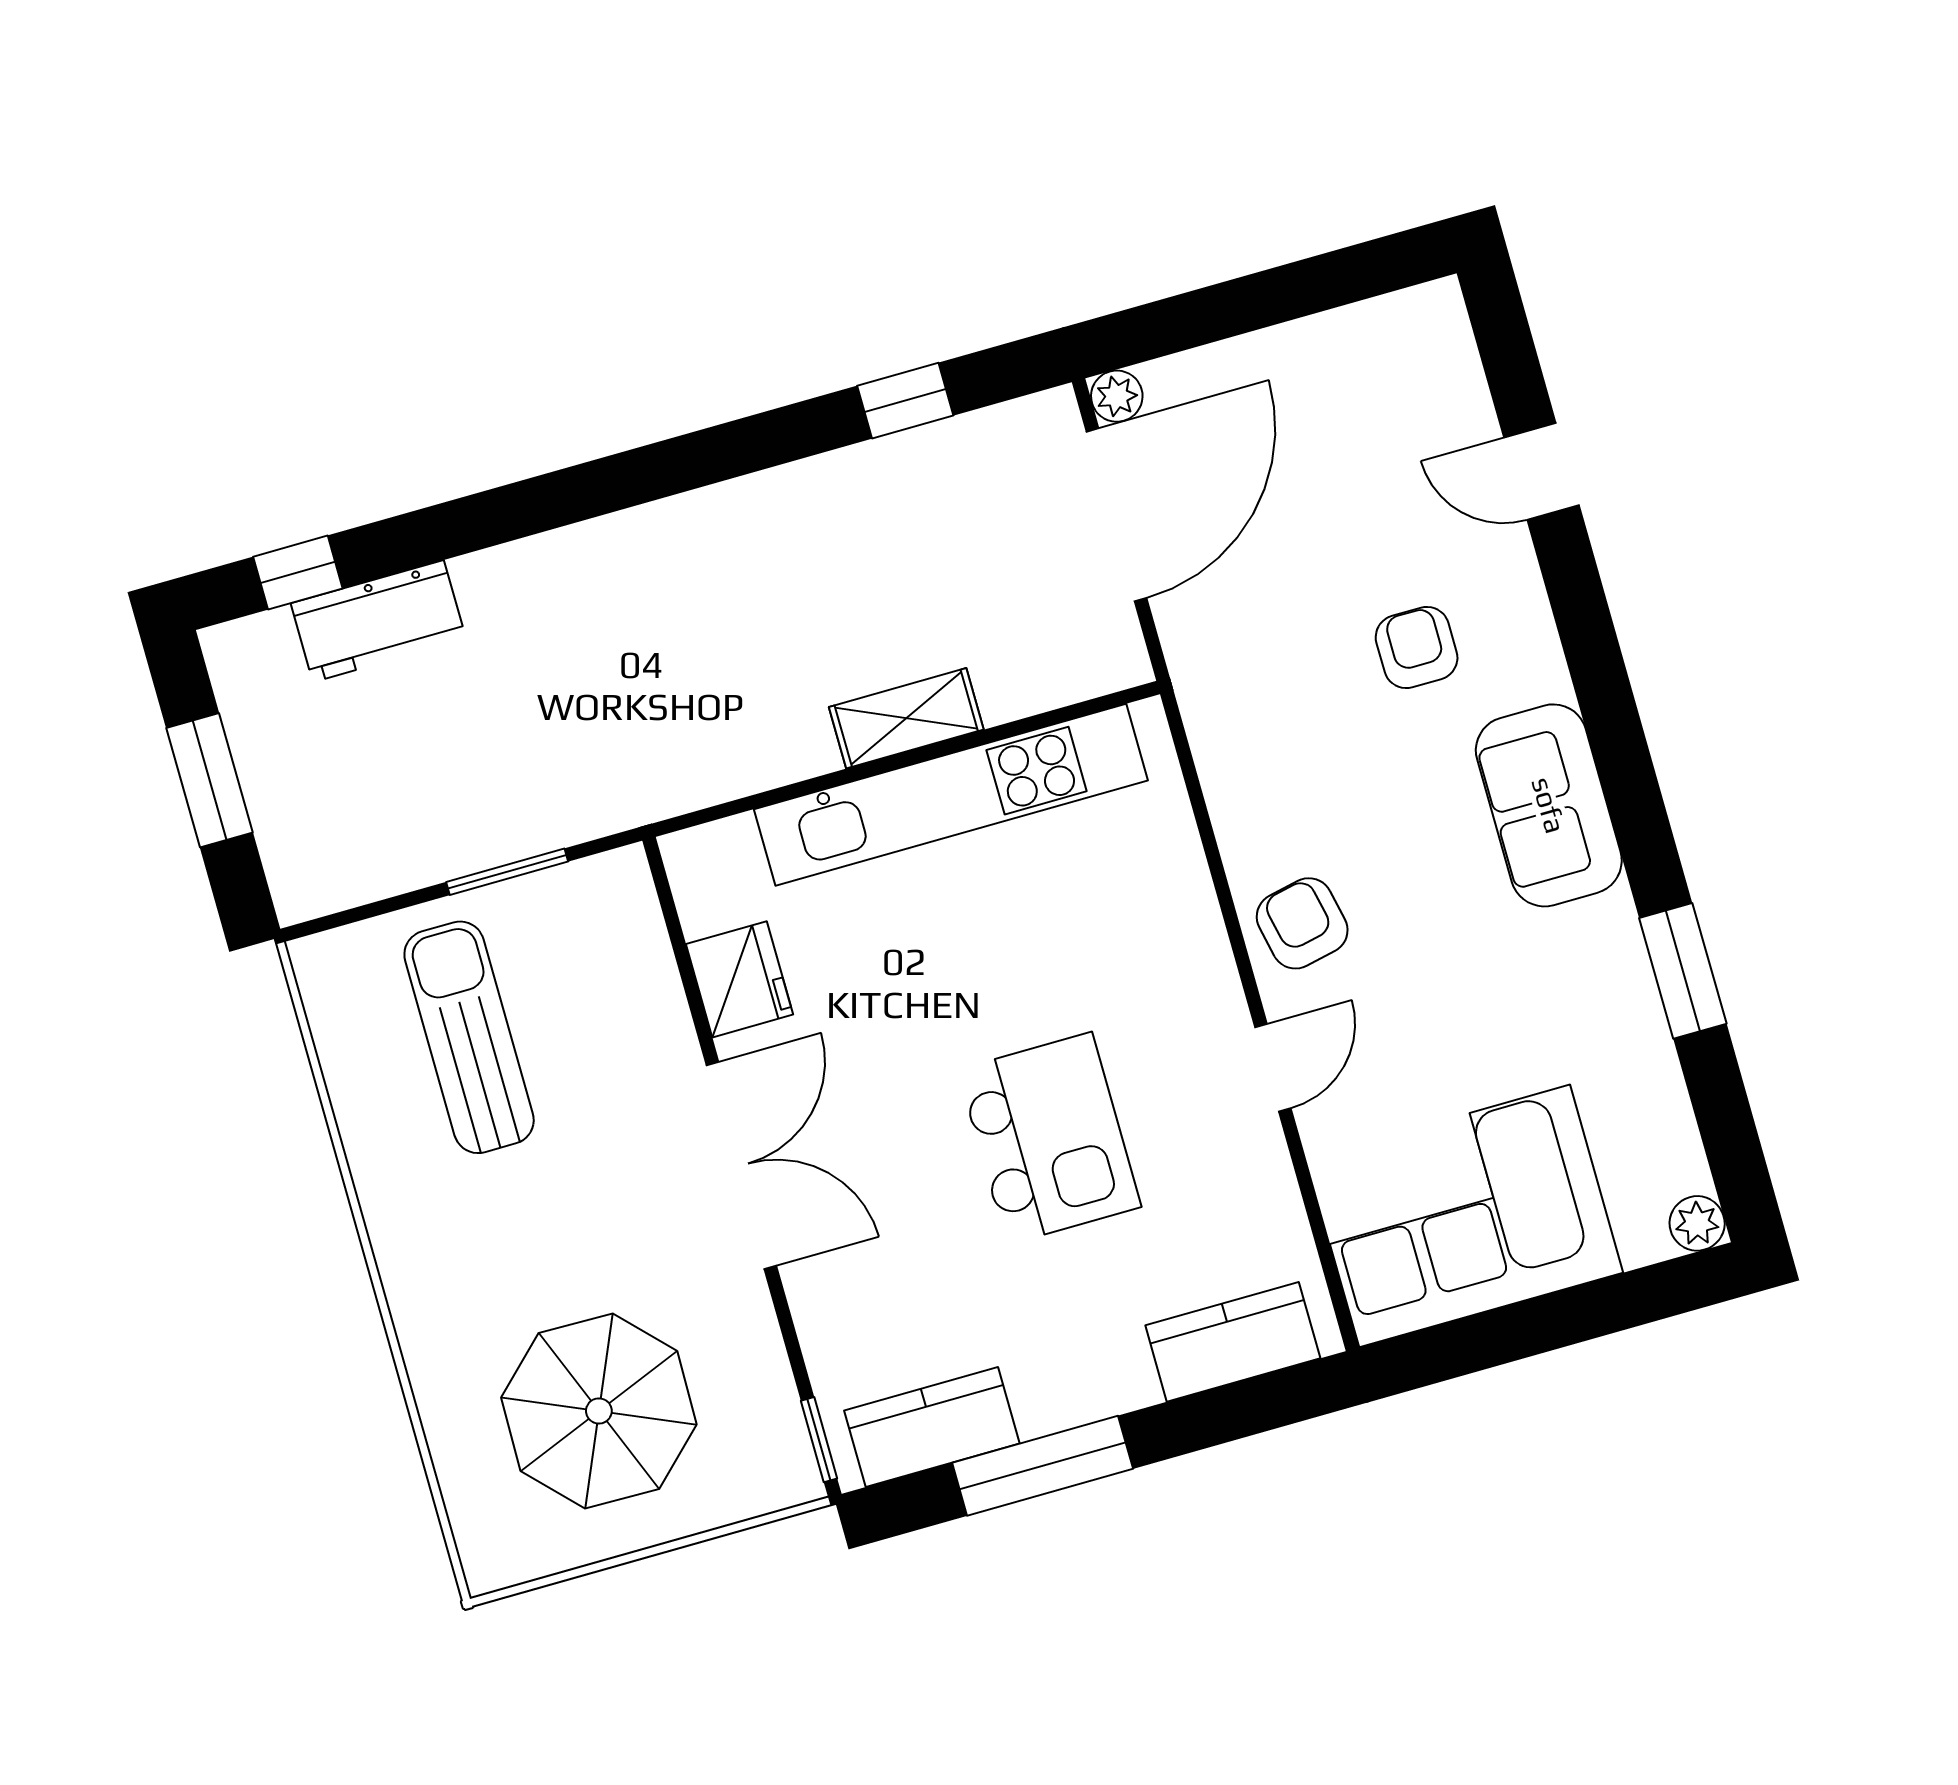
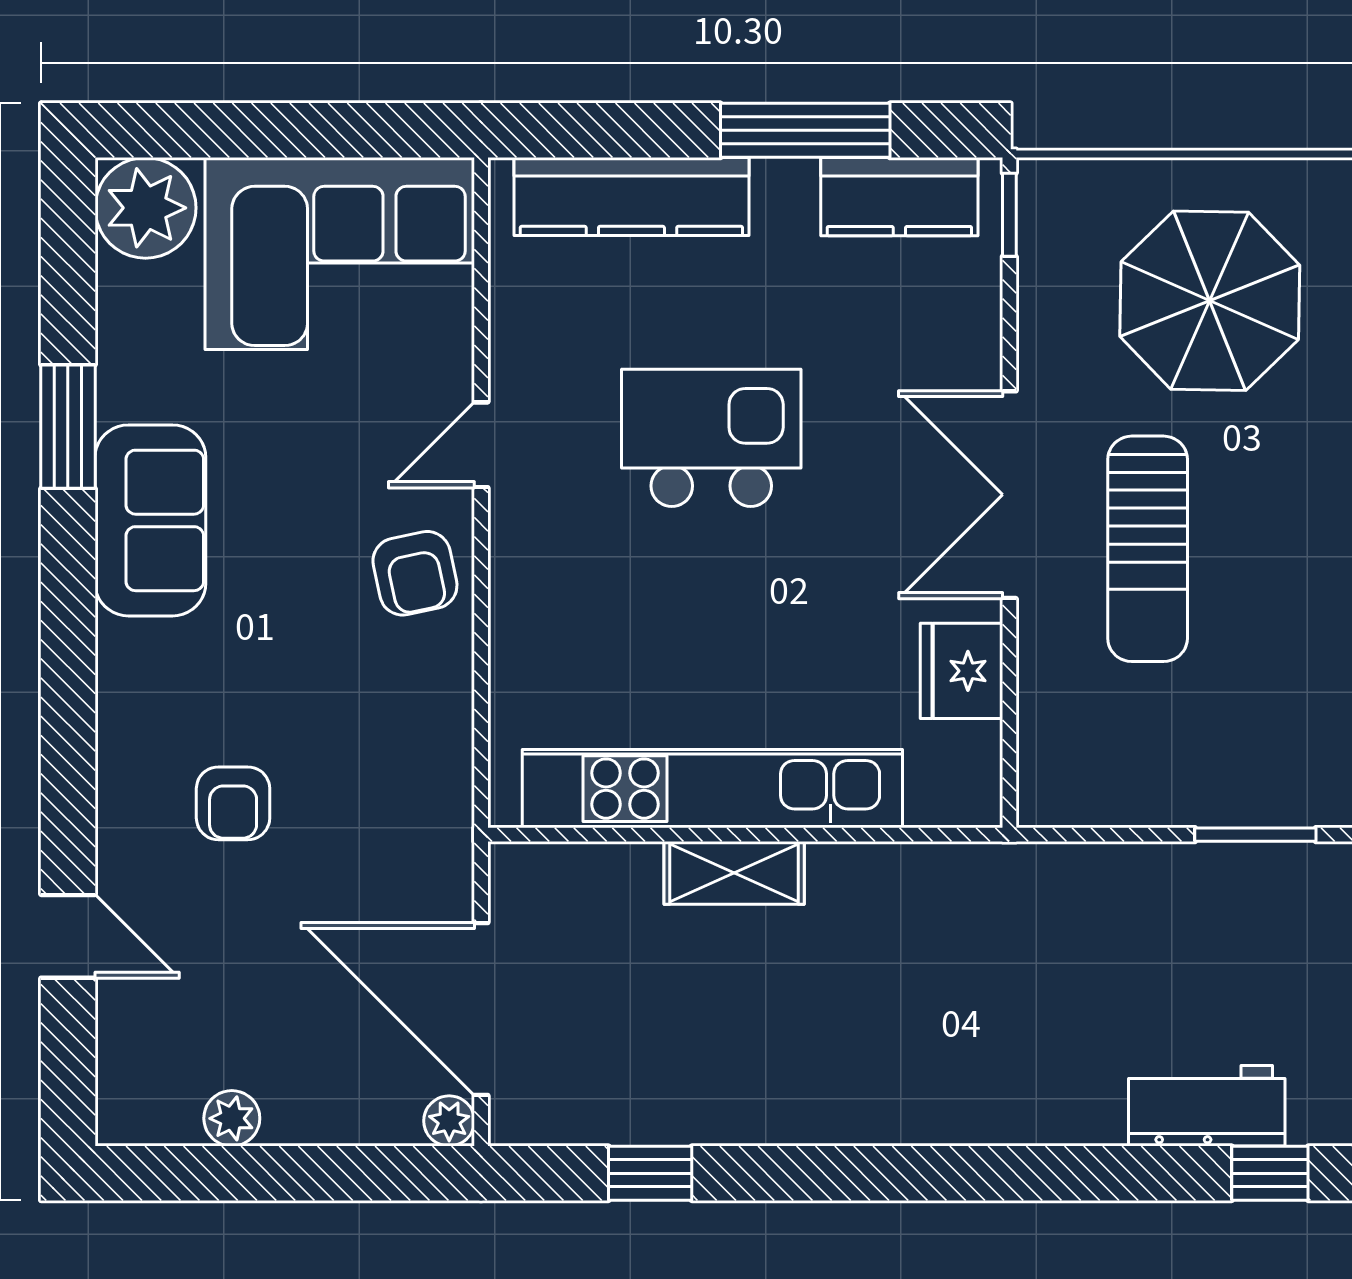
plant: (1330, 338) -> (232, 1118), added
door: (1116, 515) -> (481, 1009), hinge flipped
sofa: (1549, 805) -> (150, 520), moved
window: (507, 872) -> (1255, 835), moved
sun lounger: (469, 1037) -> (1148, 549), moved
kitchen island: (1049, 1138) -> (711, 438), turned 90
plant: (1697, 1223) -> (146, 208), width x1.88, depth x1.88
kitchen counter: (1233, 1342) -> (631, 197), width x1.50

